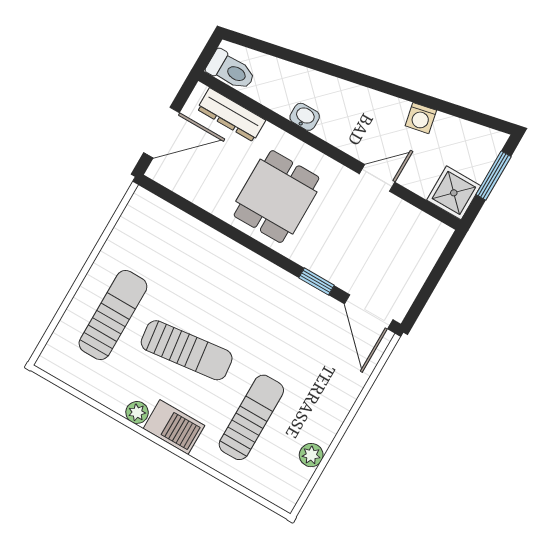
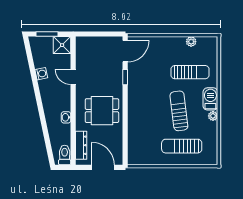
sun lounger: (251, 417) -> (190, 72), turned 180

